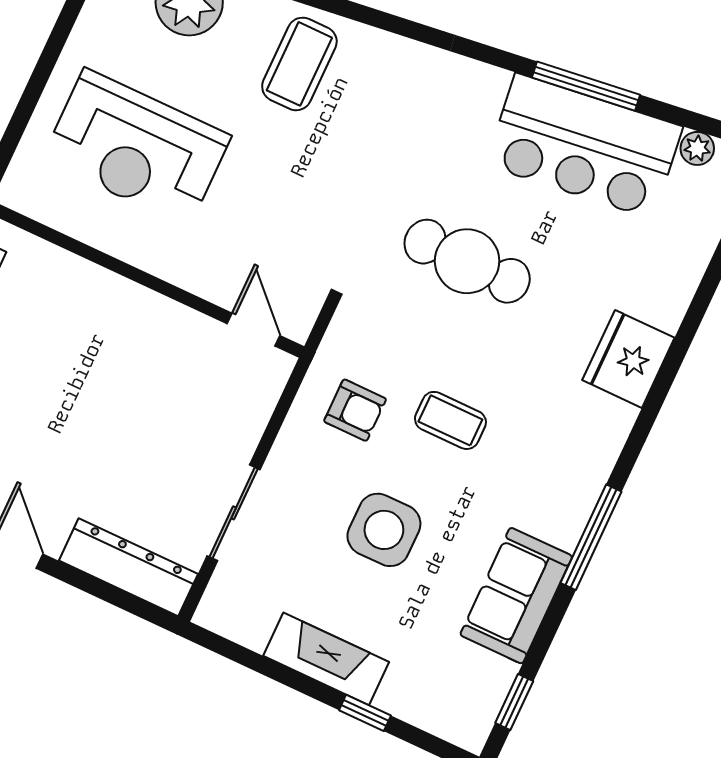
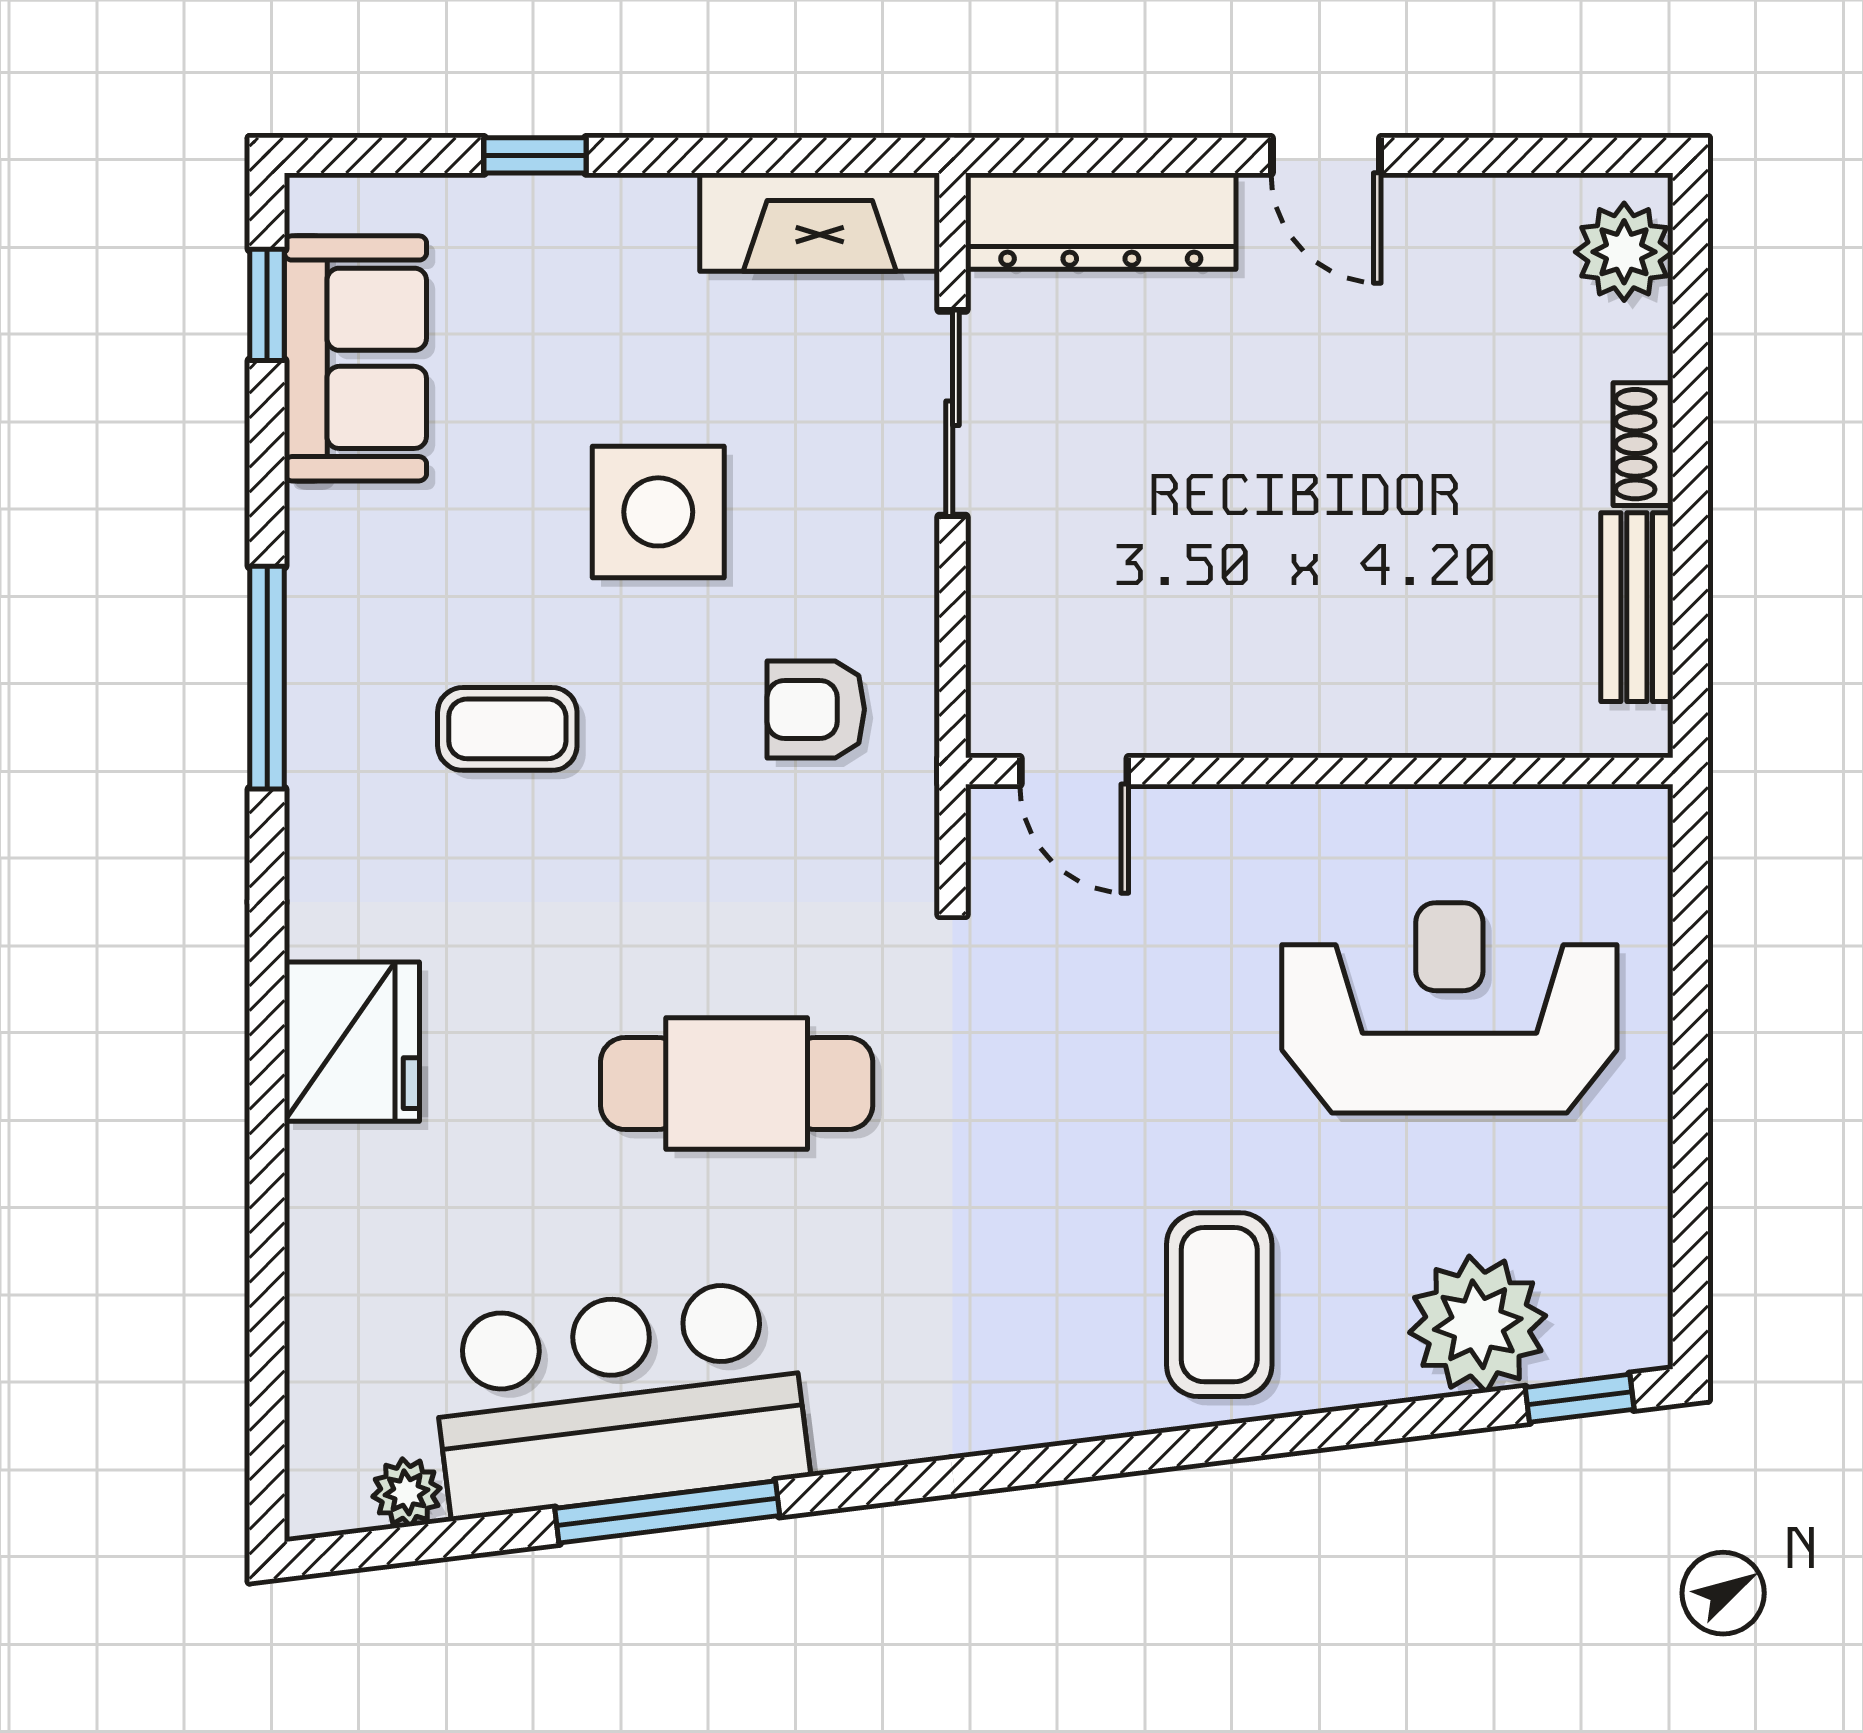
coffee table: (450, 420) -> (507, 729), moved
sofa: (516, 596) -> (355, 358), moved
fireplace: (326, 659) -> (820, 222), moved

